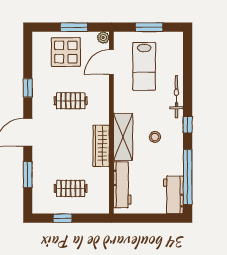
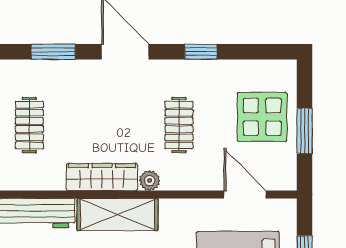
plant: (103, 38) -> (150, 181), moved

